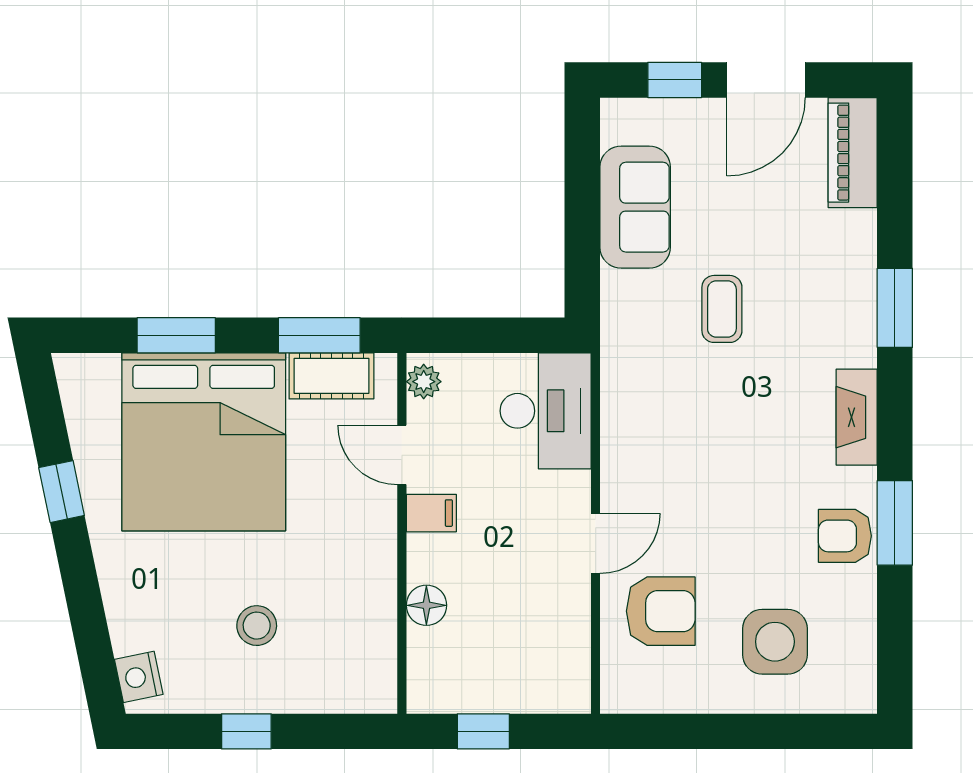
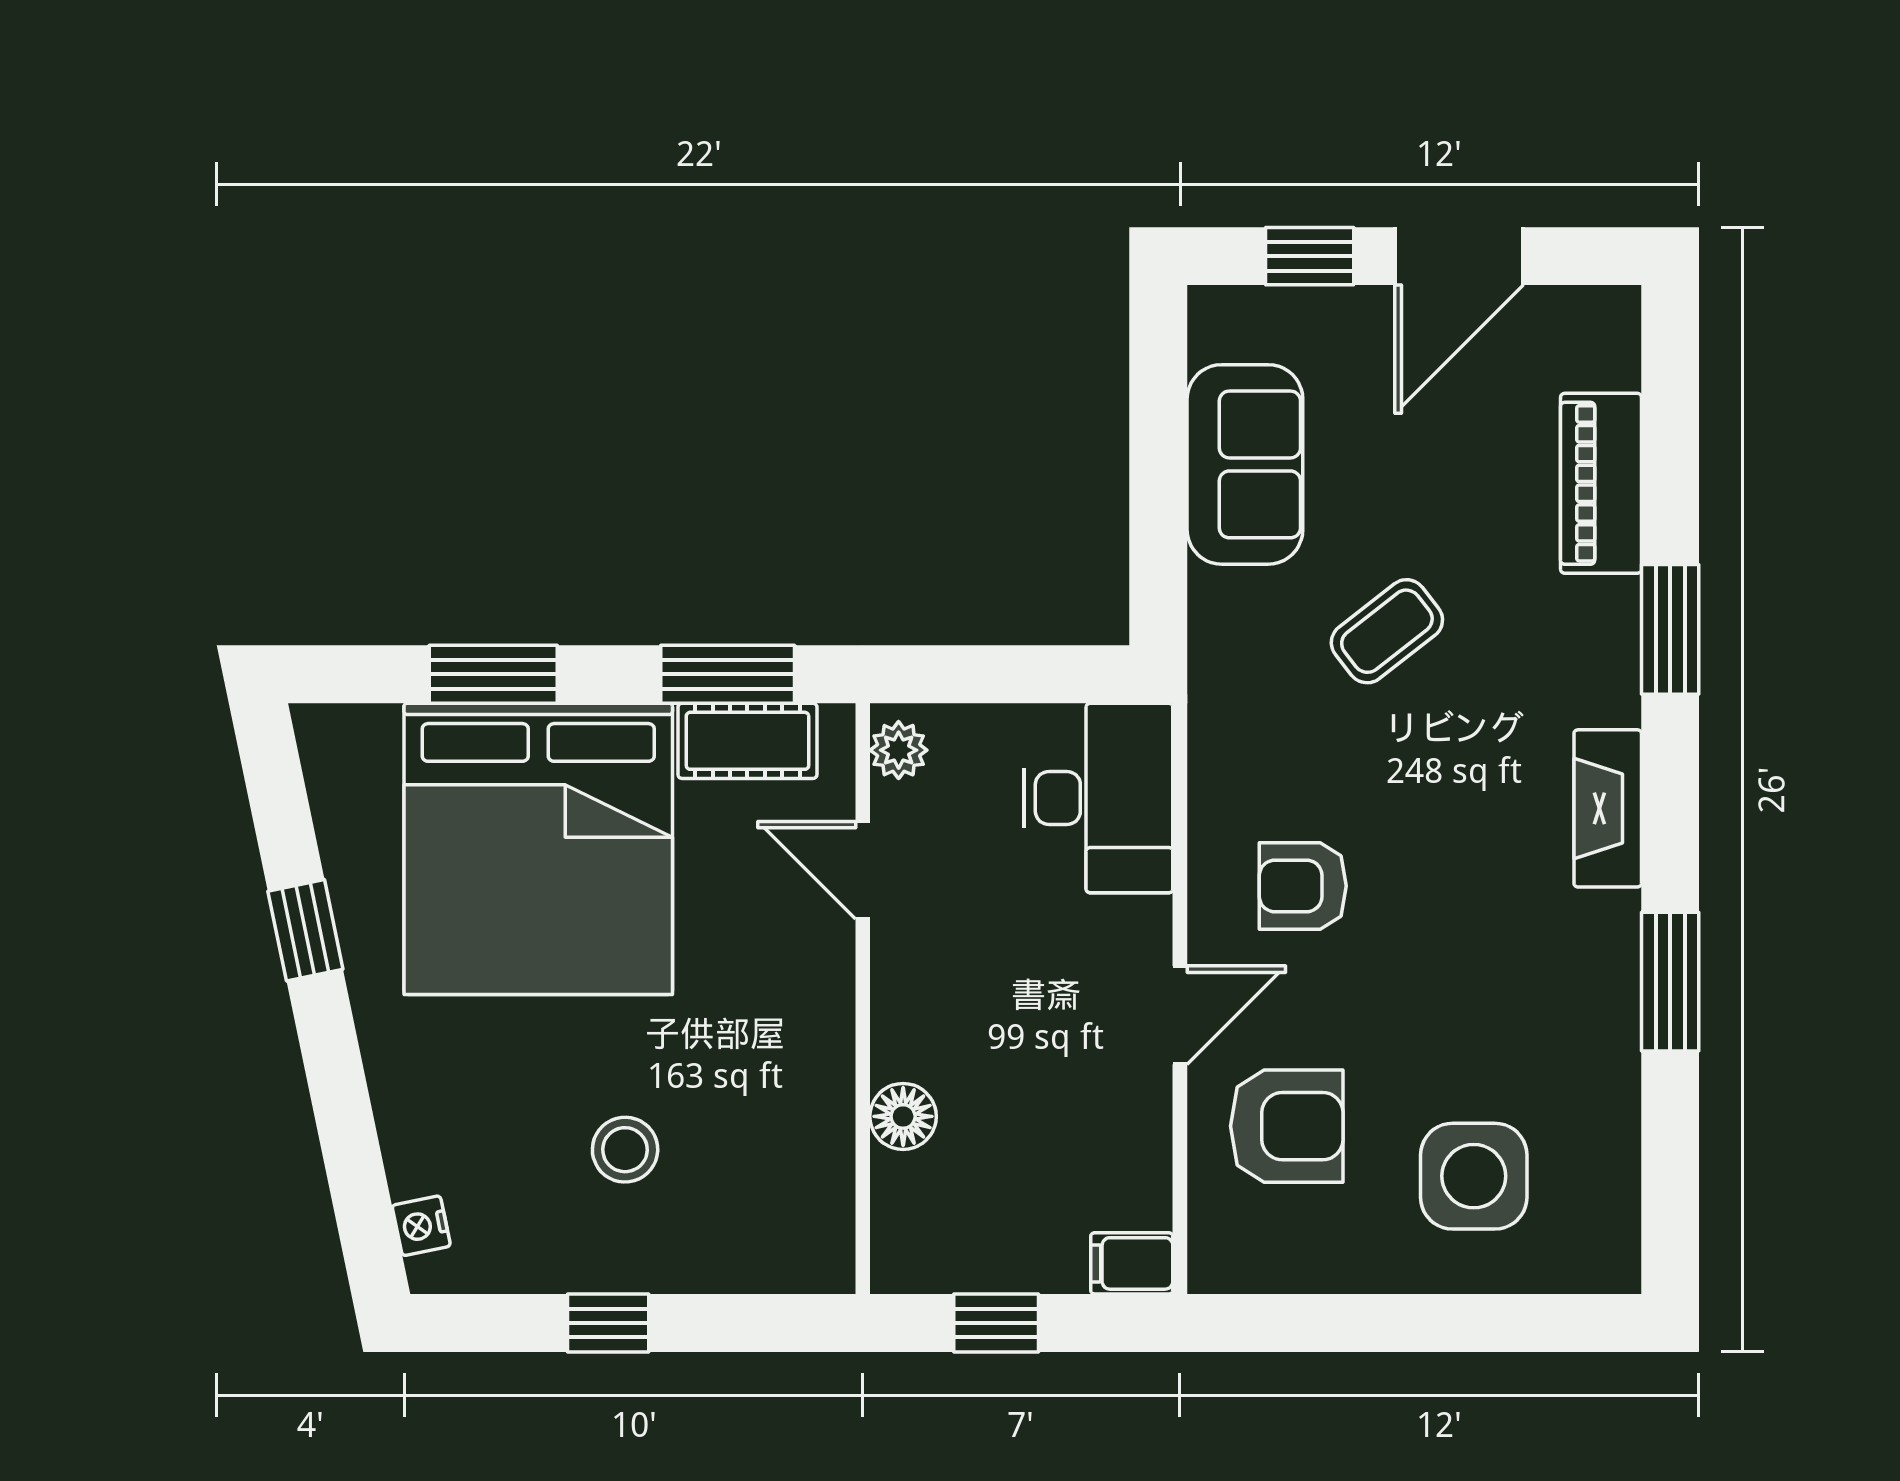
piano: (853, 153) -> (1601, 483), moved
coffee table: (722, 309) -> (1387, 631), turned 52
filing cabinet: (431, 513) -> (1132, 1263), moved, turned 180
armchair: (845, 536) -> (1303, 886), moved
nightstand: (139, 677) -> (421, 1226), width x0.72, depth x0.74

